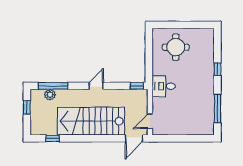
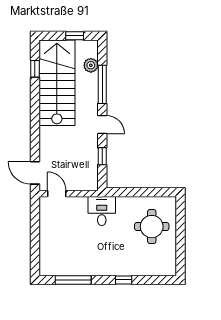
window: (53, 86) -> (102, 84), moved
window: (137, 86) -> (102, 156), moved
stairs: (91, 121) -> (57, 83), moved

